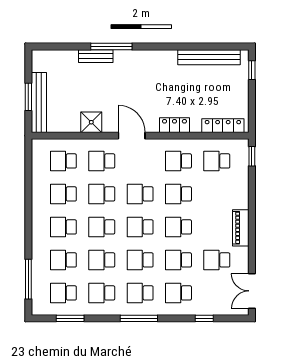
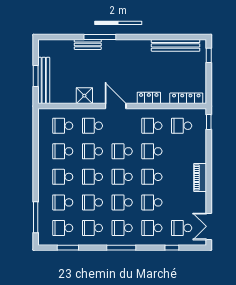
school desk: (217, 260) -> (182, 228), moved

